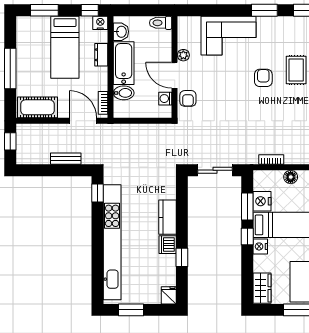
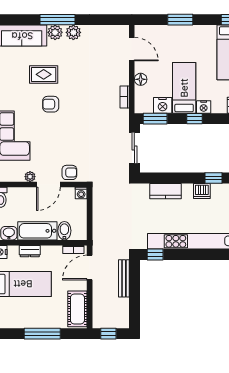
washing machine: (165, 99) -> (81, 193), moved
bench: (66, 159) -> (124, 278), width x1.36
window: (247, 206) -> (155, 119), moved
kitchen counter: (167, 217) -> (166, 191), moved

